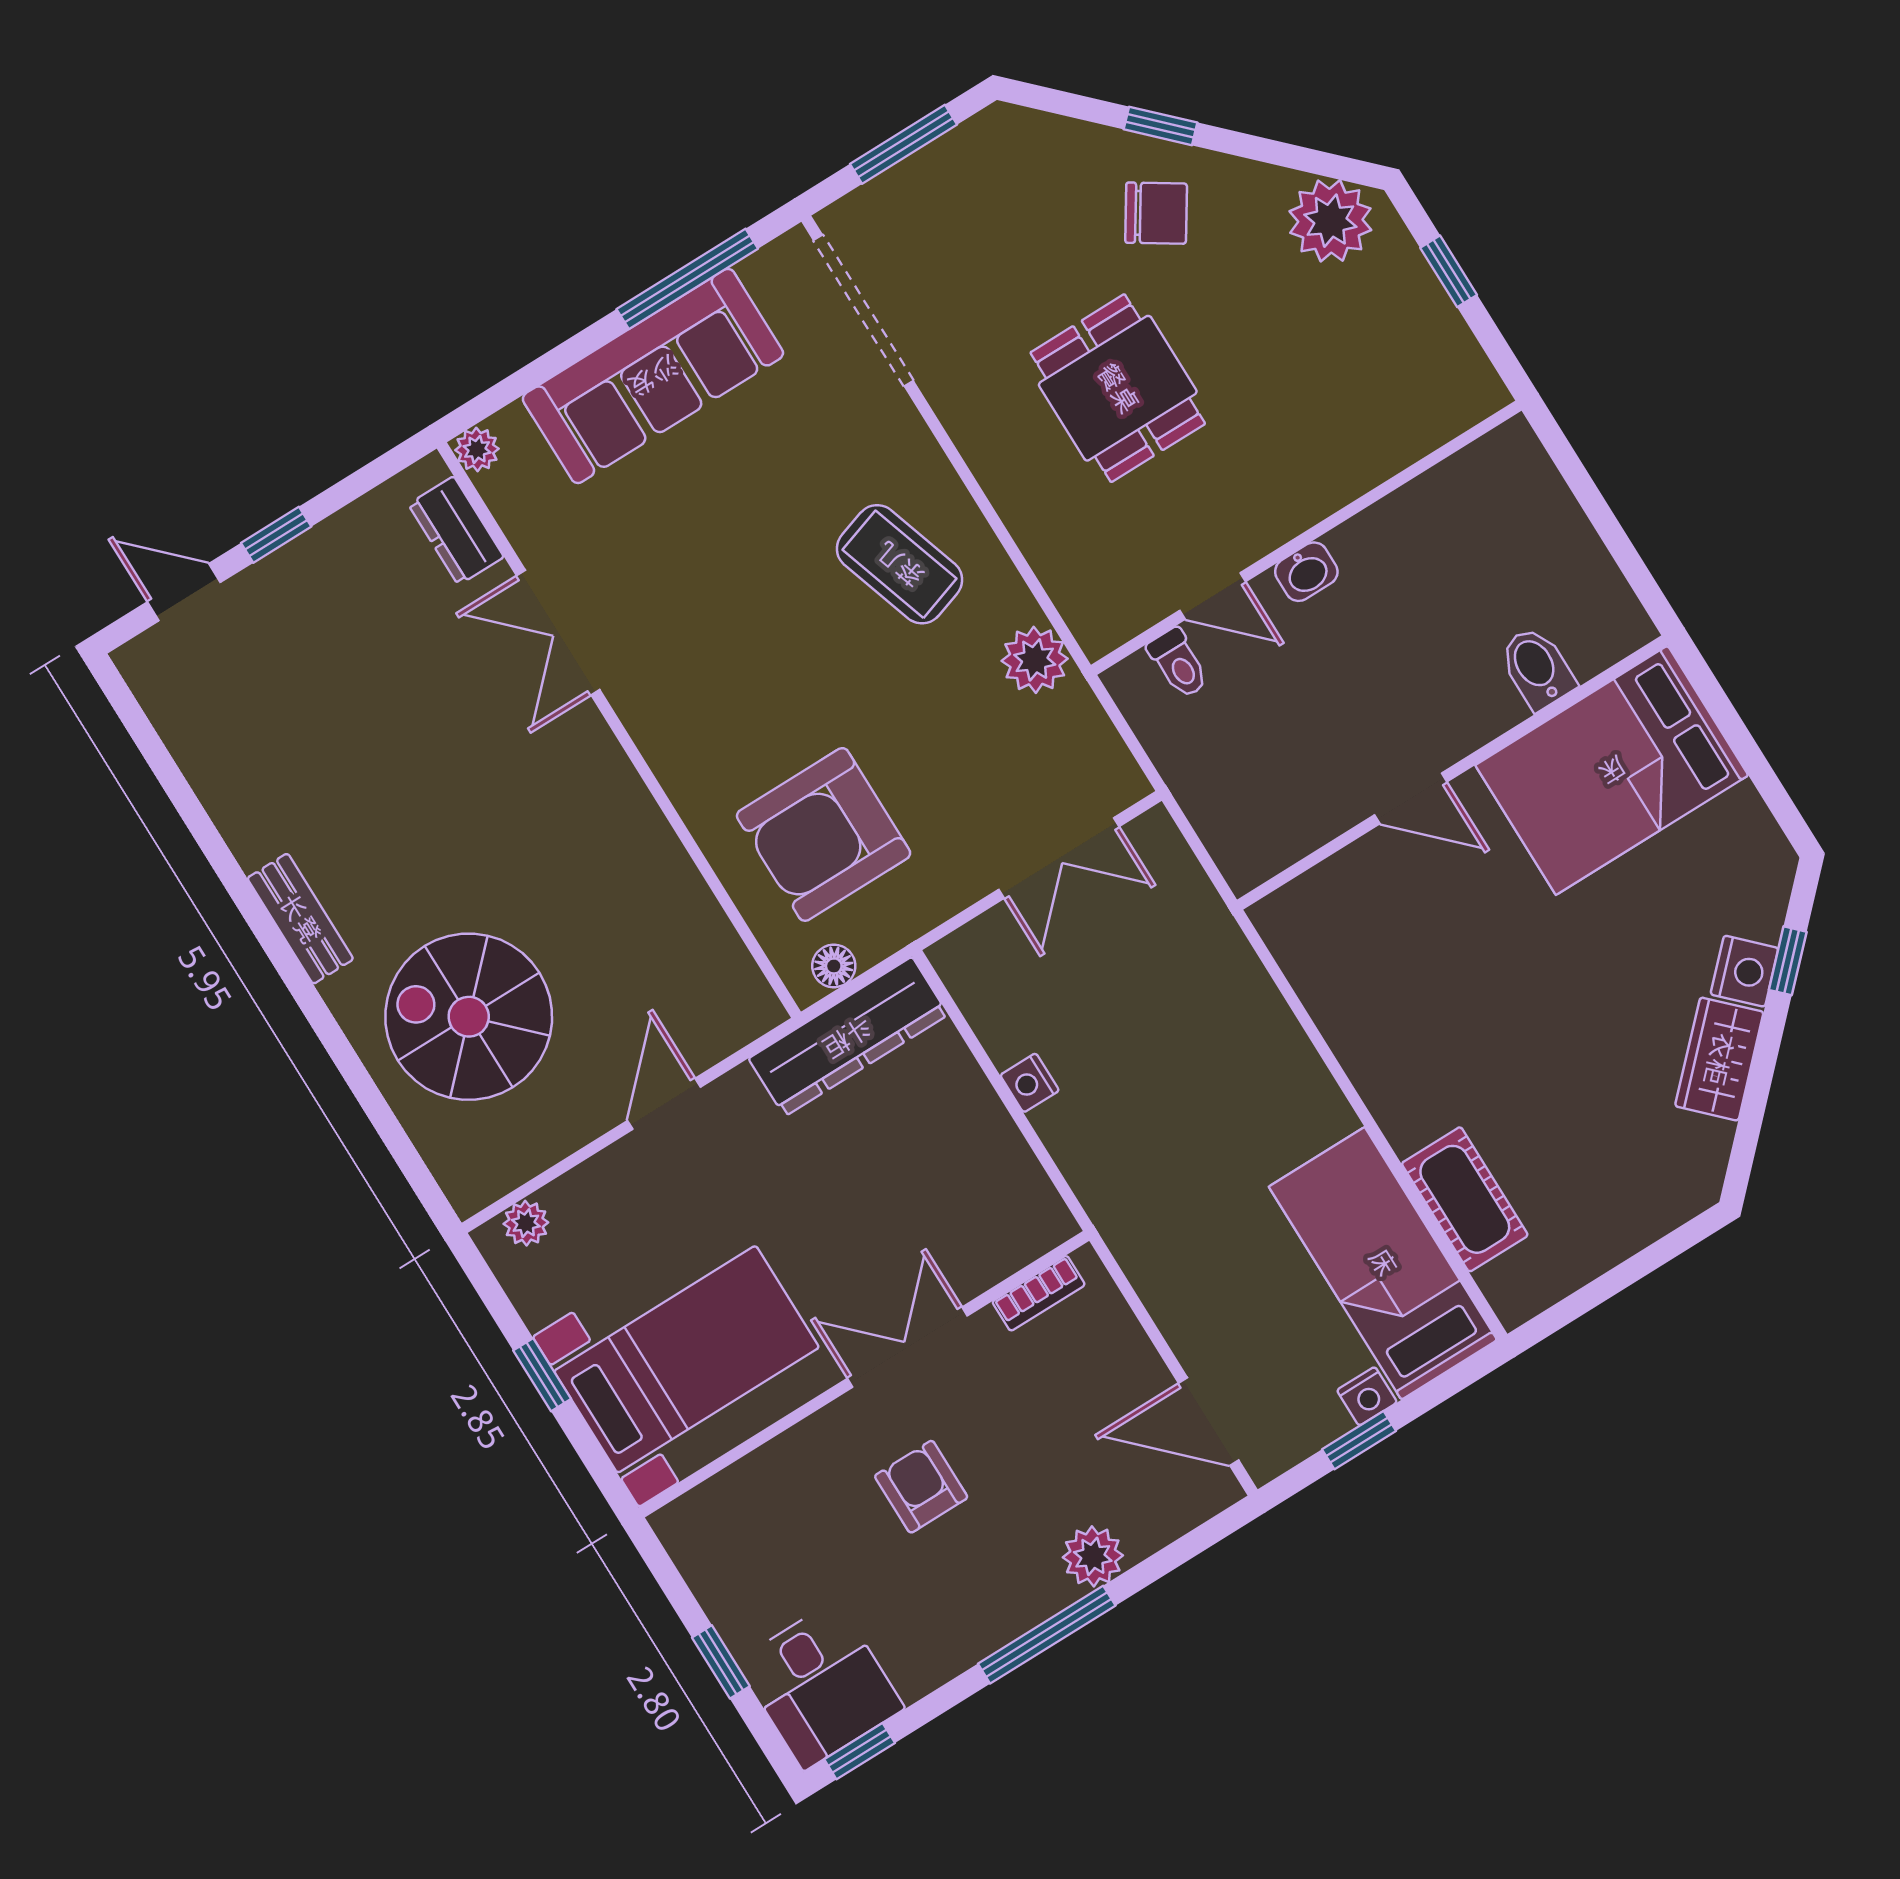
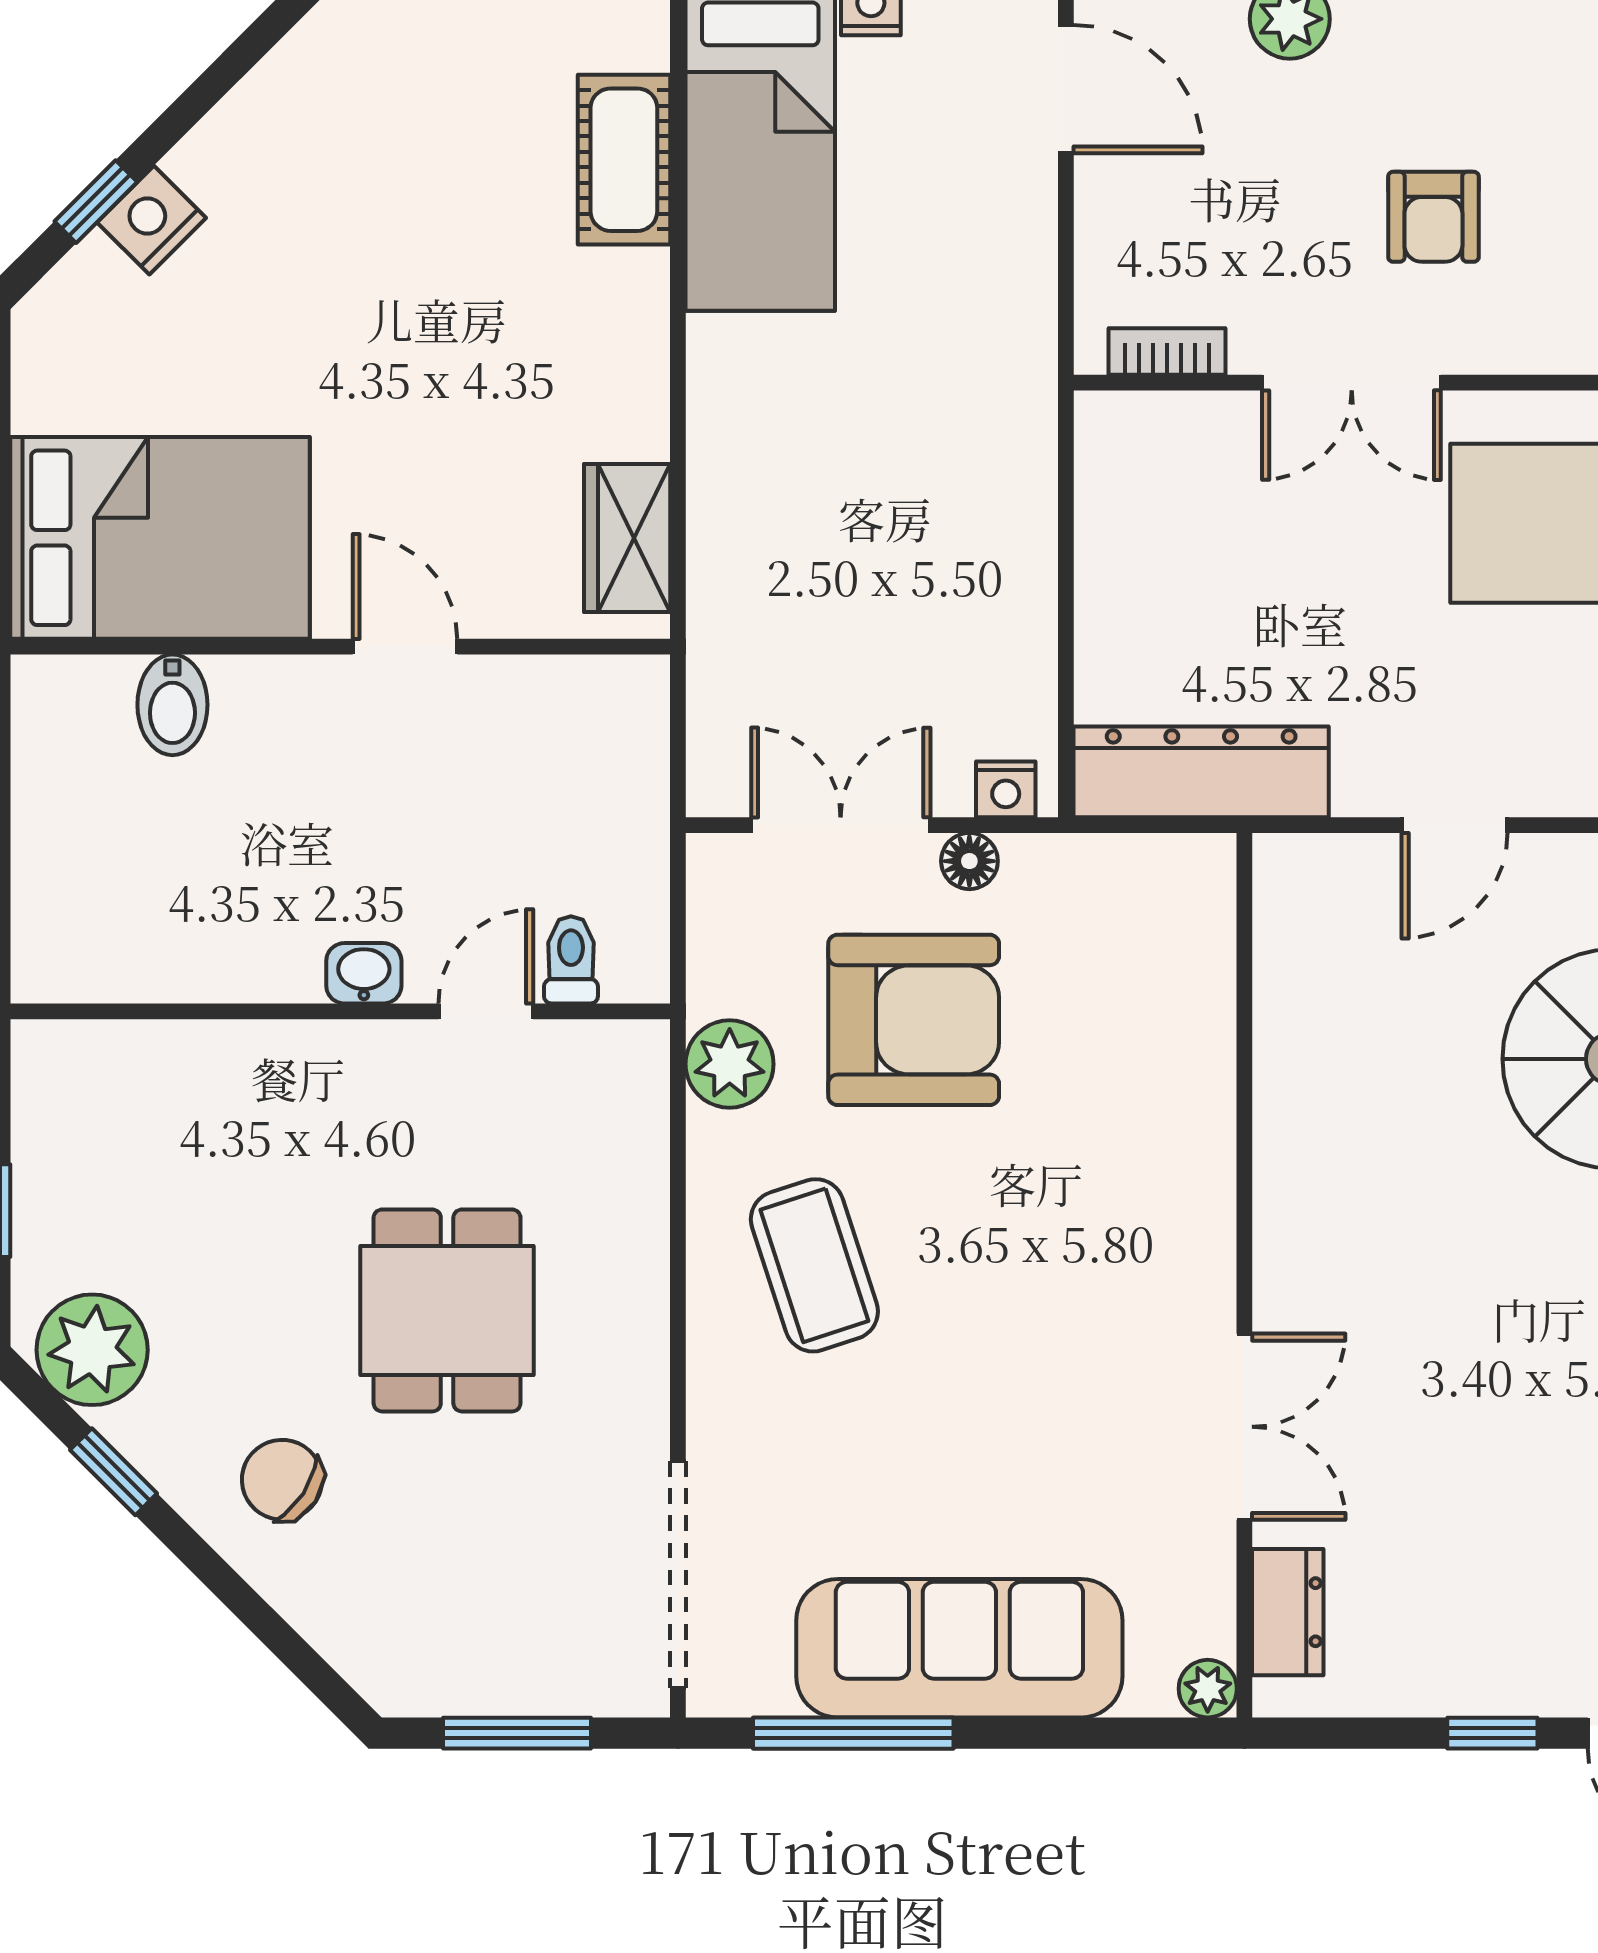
window: (1161, 126) -> (114, 1472), moved
door: (1213, 596) -> (486, 1011), hinge flipped
armchair: (824, 834) -> (914, 1020), moved
floor lamp: (834, 966) -> (969, 861), moved
wardrobe: (1719, 1059) -> (627, 538), moved, turned 135
nightstand: (1030, 1083) -> (1006, 789), moved, turned 90

